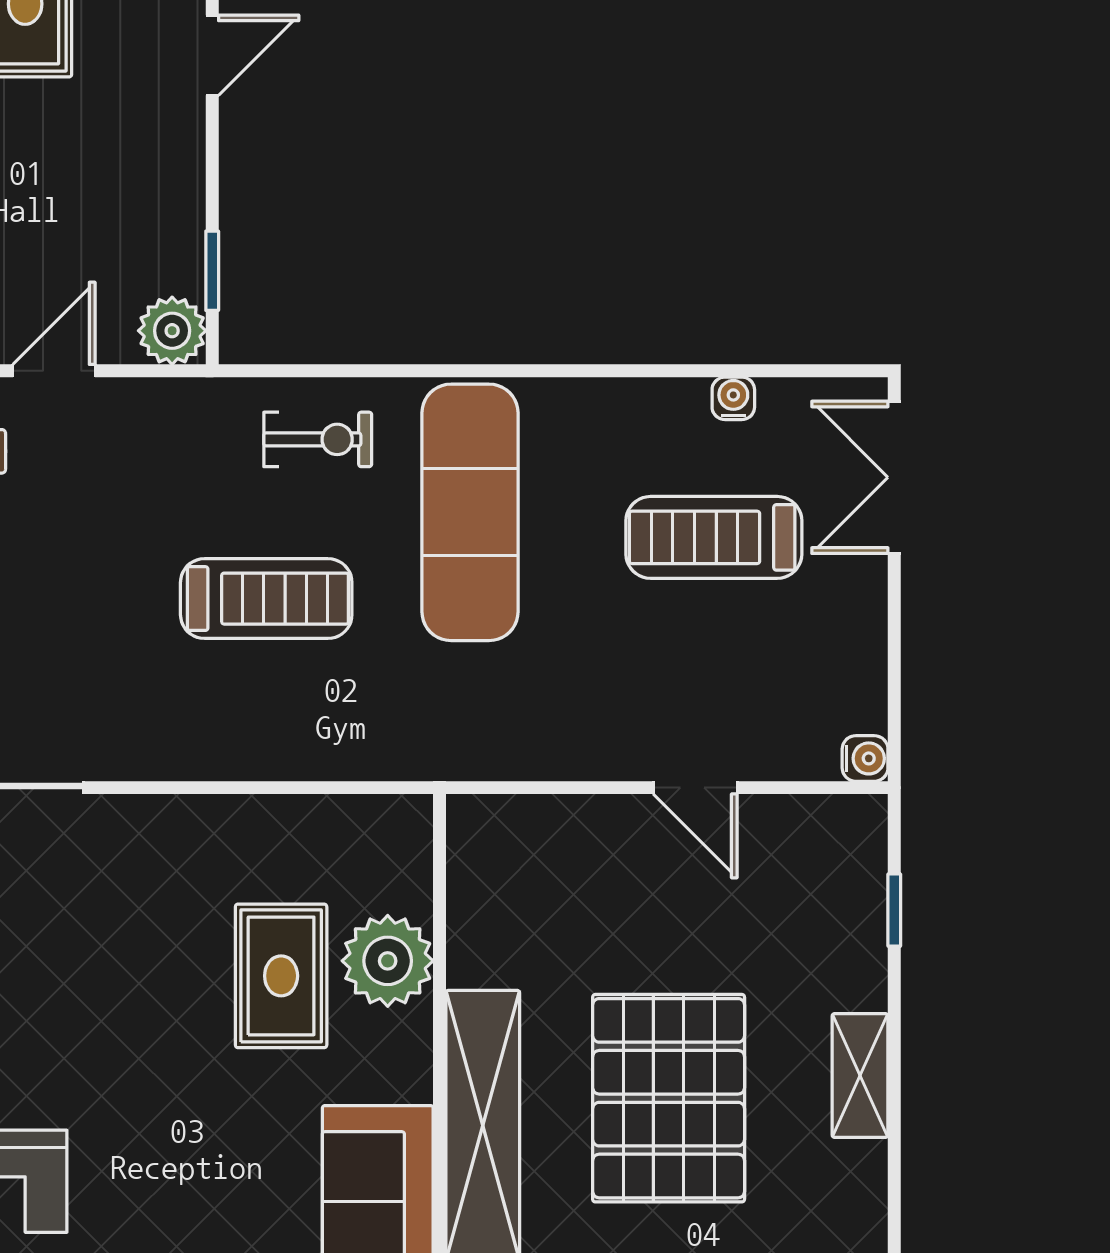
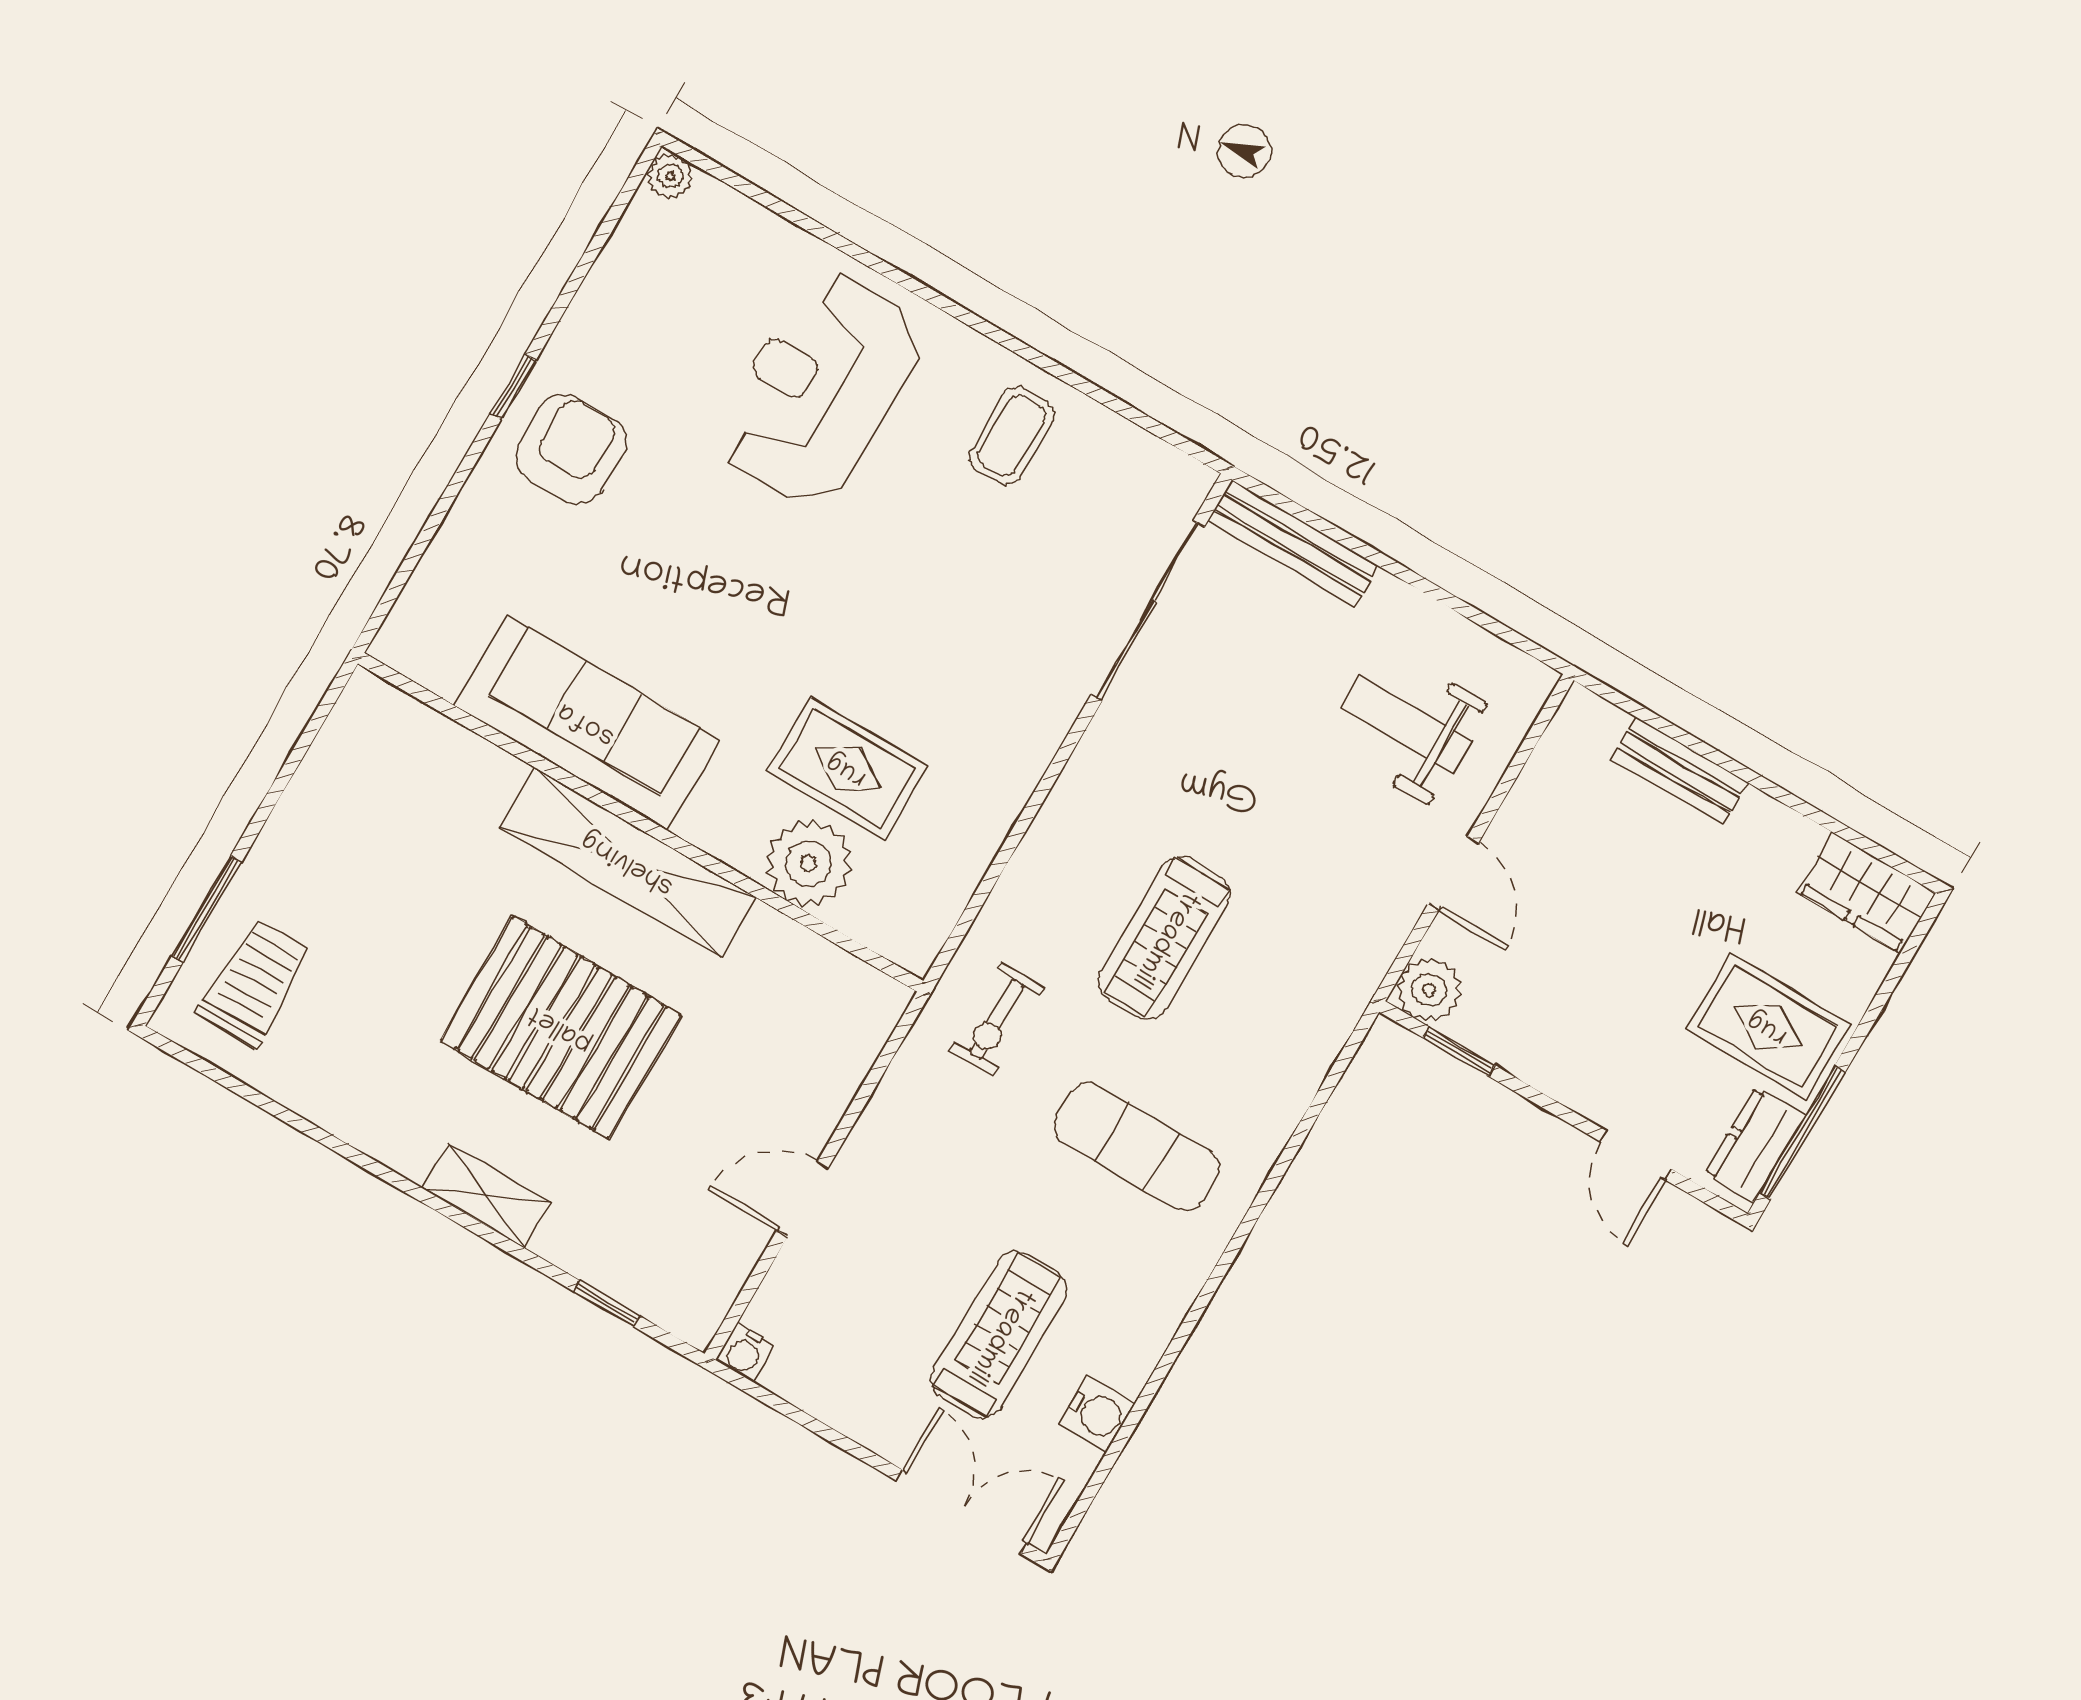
water cooler: (733, 398) -> (1097, 1414), width x1.38, depth x1.38
exercise bike: (318, 439) -> (997, 1019), moved
exercise mat: (470, 512) -> (1137, 1147), width x0.73, depth x0.69

